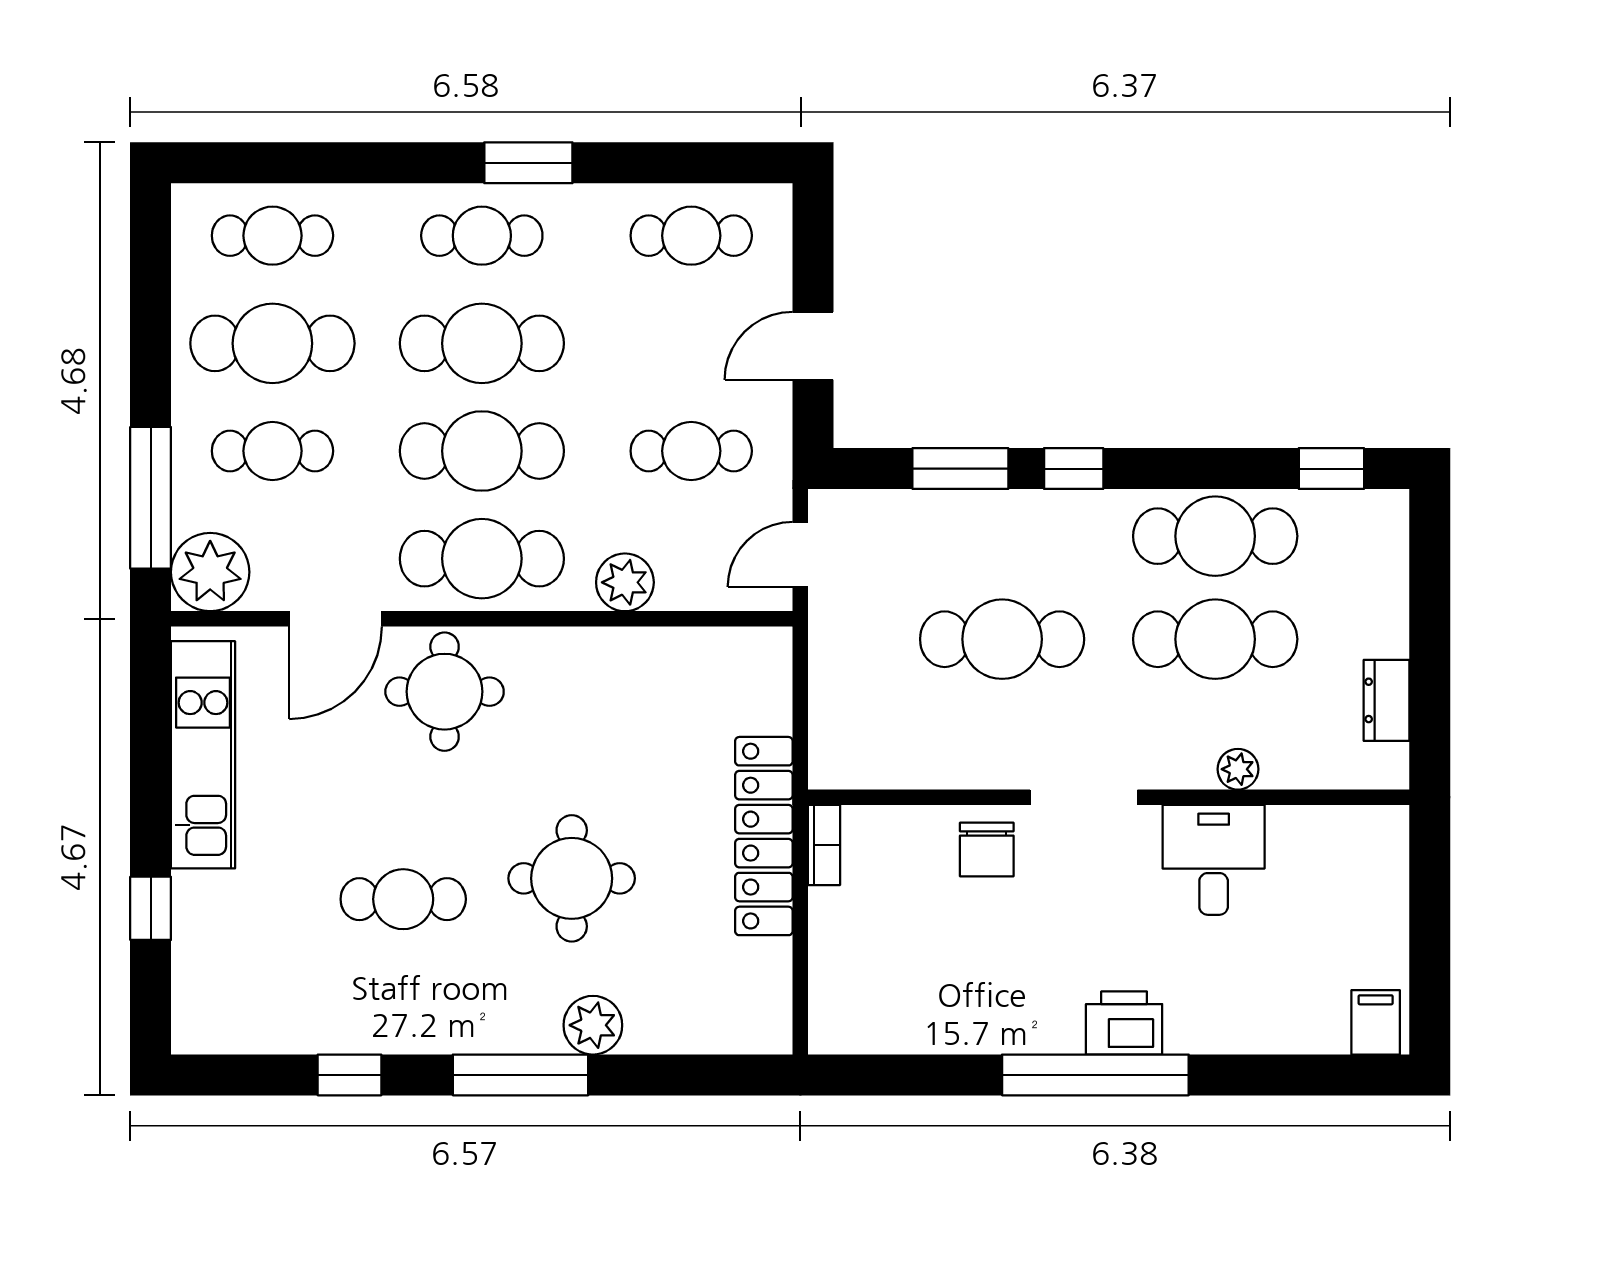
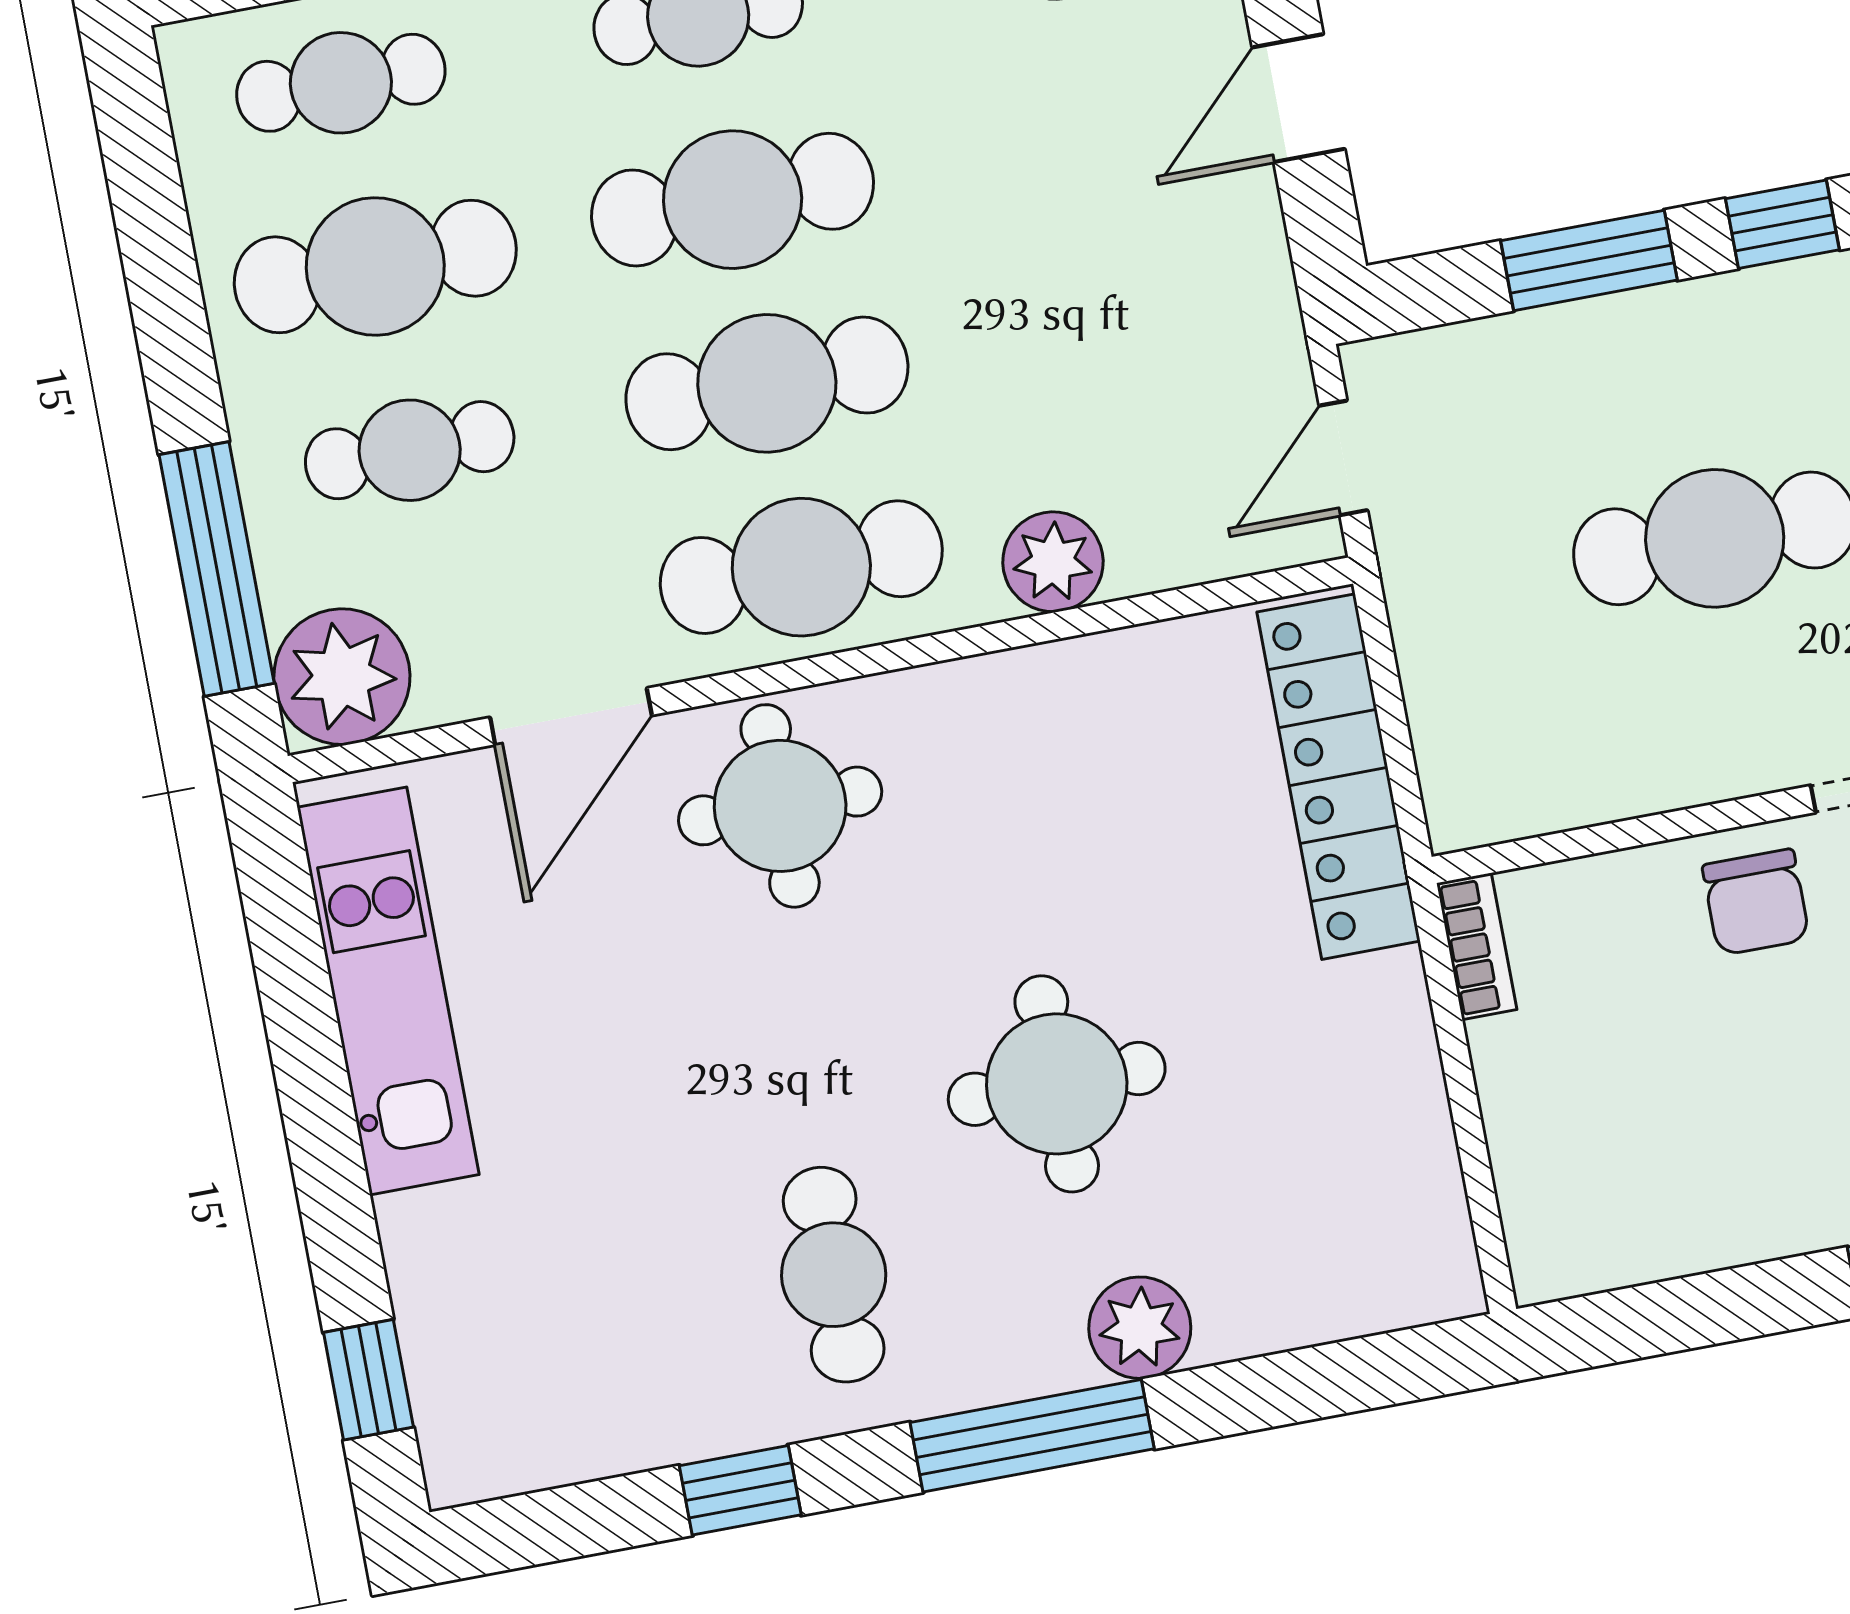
cafe table: (691, 451) -> (1124, 317), removed
locker: (764, 836) -> (1339, 777), moved
cafe table: (403, 899) -> (834, 1275), moved, turned 90
window: (151, 908) -> (368, 1380), moved

